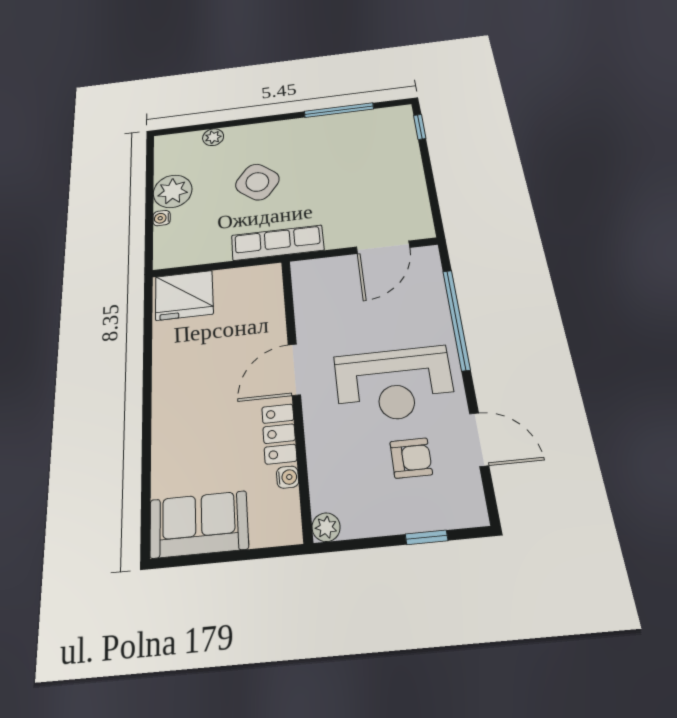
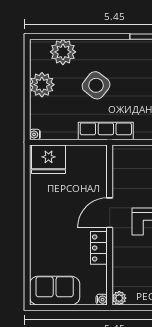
plant: (213, 137) -> (63, 52), width x1.88, depth x1.88
water cooler: (162, 218) -> (35, 134), moved
water cooler: (288, 477) -> (102, 300), moved

